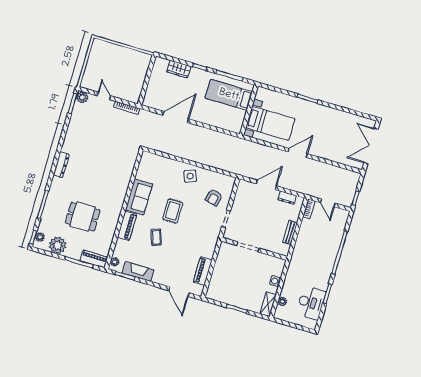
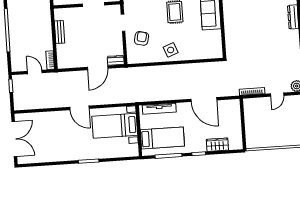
door: (104, 96) -> (277, 95), hinge flipped
door: (176, 117) -> (204, 100), hinge flipped
tv unit: (222, 124) -> (159, 109), added
door: (298, 153) -> (79, 108), hinge flipped
dresser: (287, 198) -> (116, 60), moved

